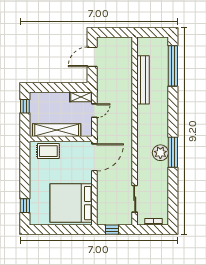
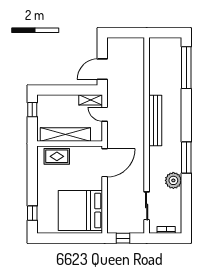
door: (92, 57) -> (102, 69), moved
bench: (143, 80) -> (155, 121), moved
door: (94, 111) -> (105, 114), swing flipped
plant: (160, 153) -> (173, 180), moved

